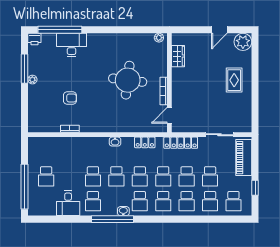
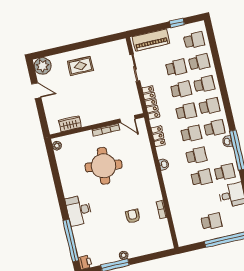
desk: (72, 45) -> (79, 210), moved

